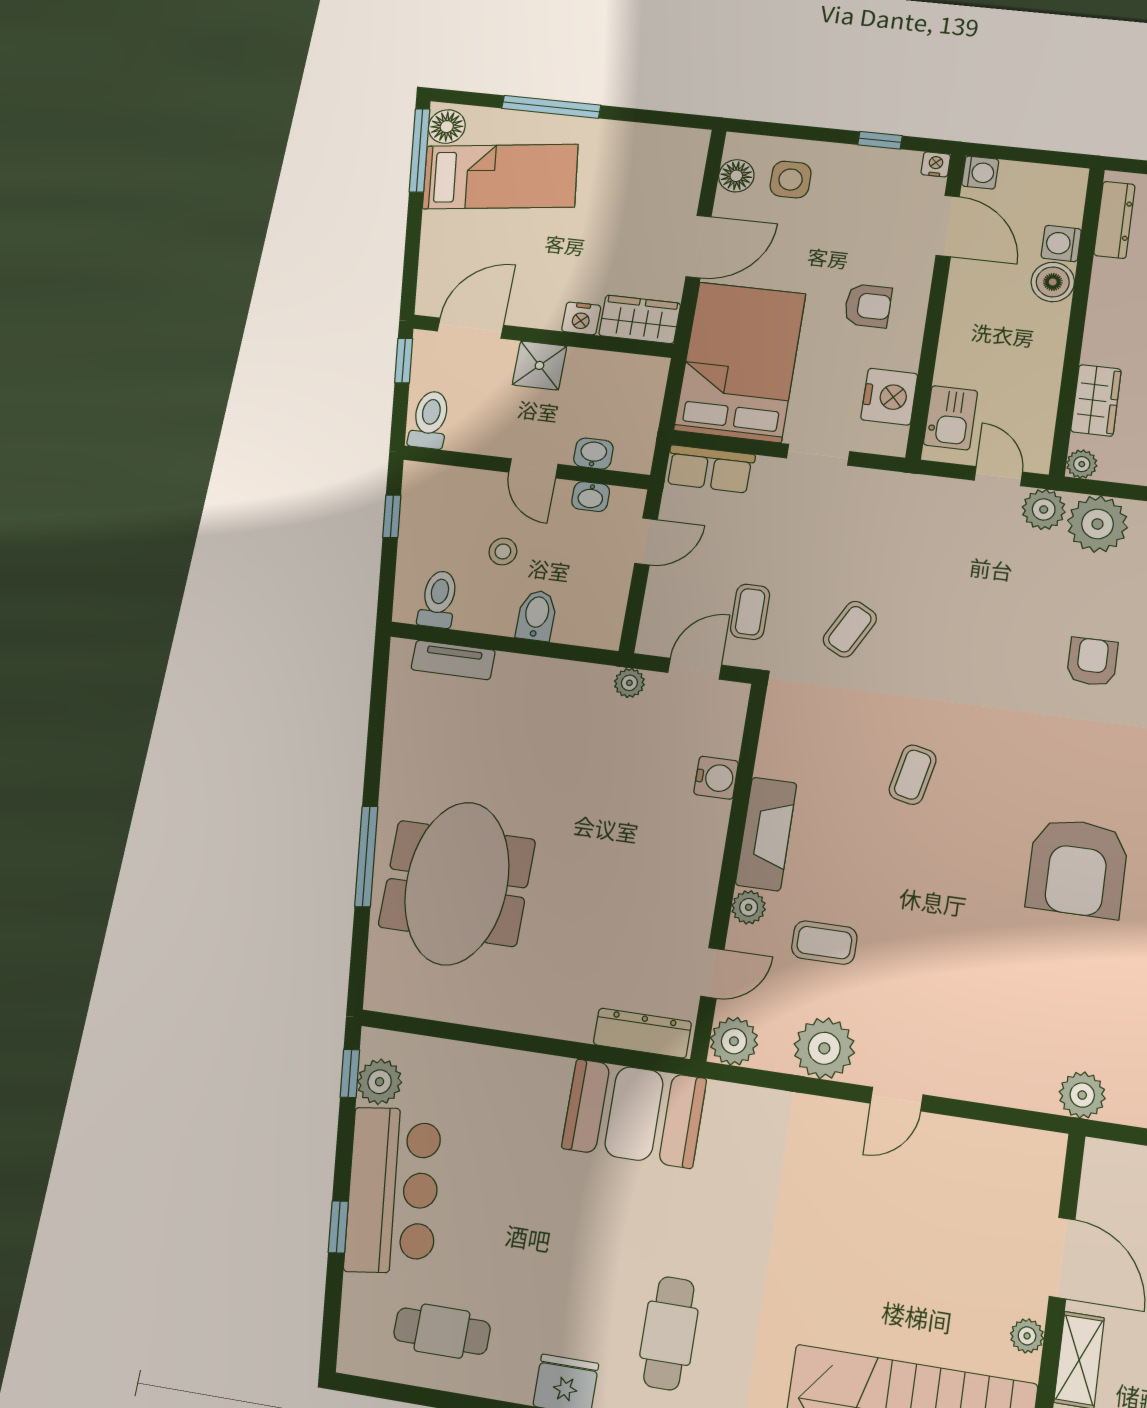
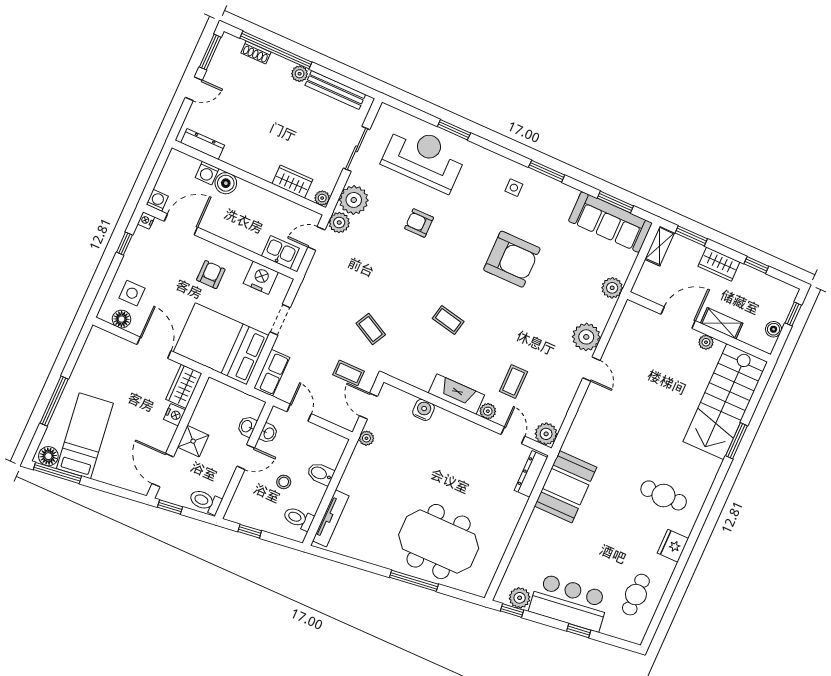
tv unit: (453, 660) -> (331, 518), width x1.41
plant: (824, 1048) -> (586, 337), moved

